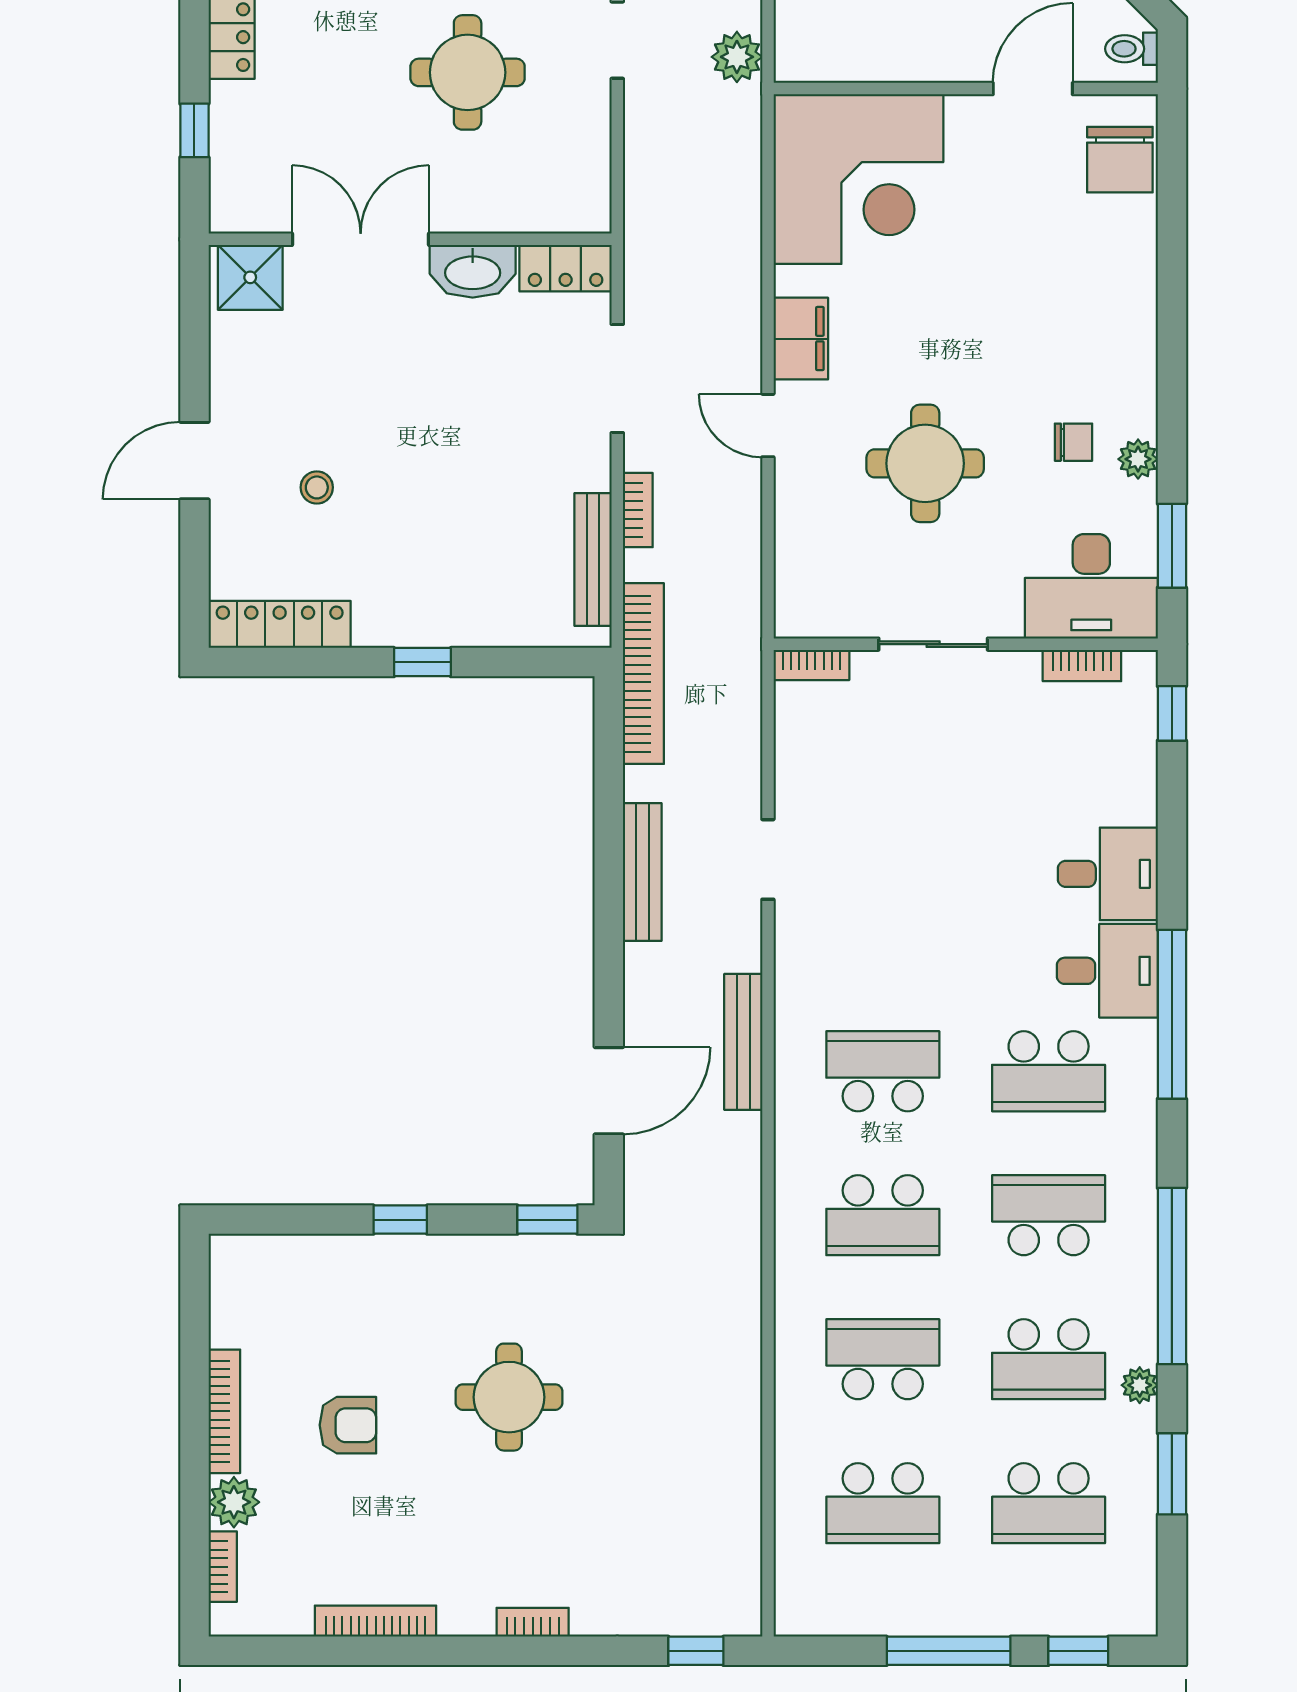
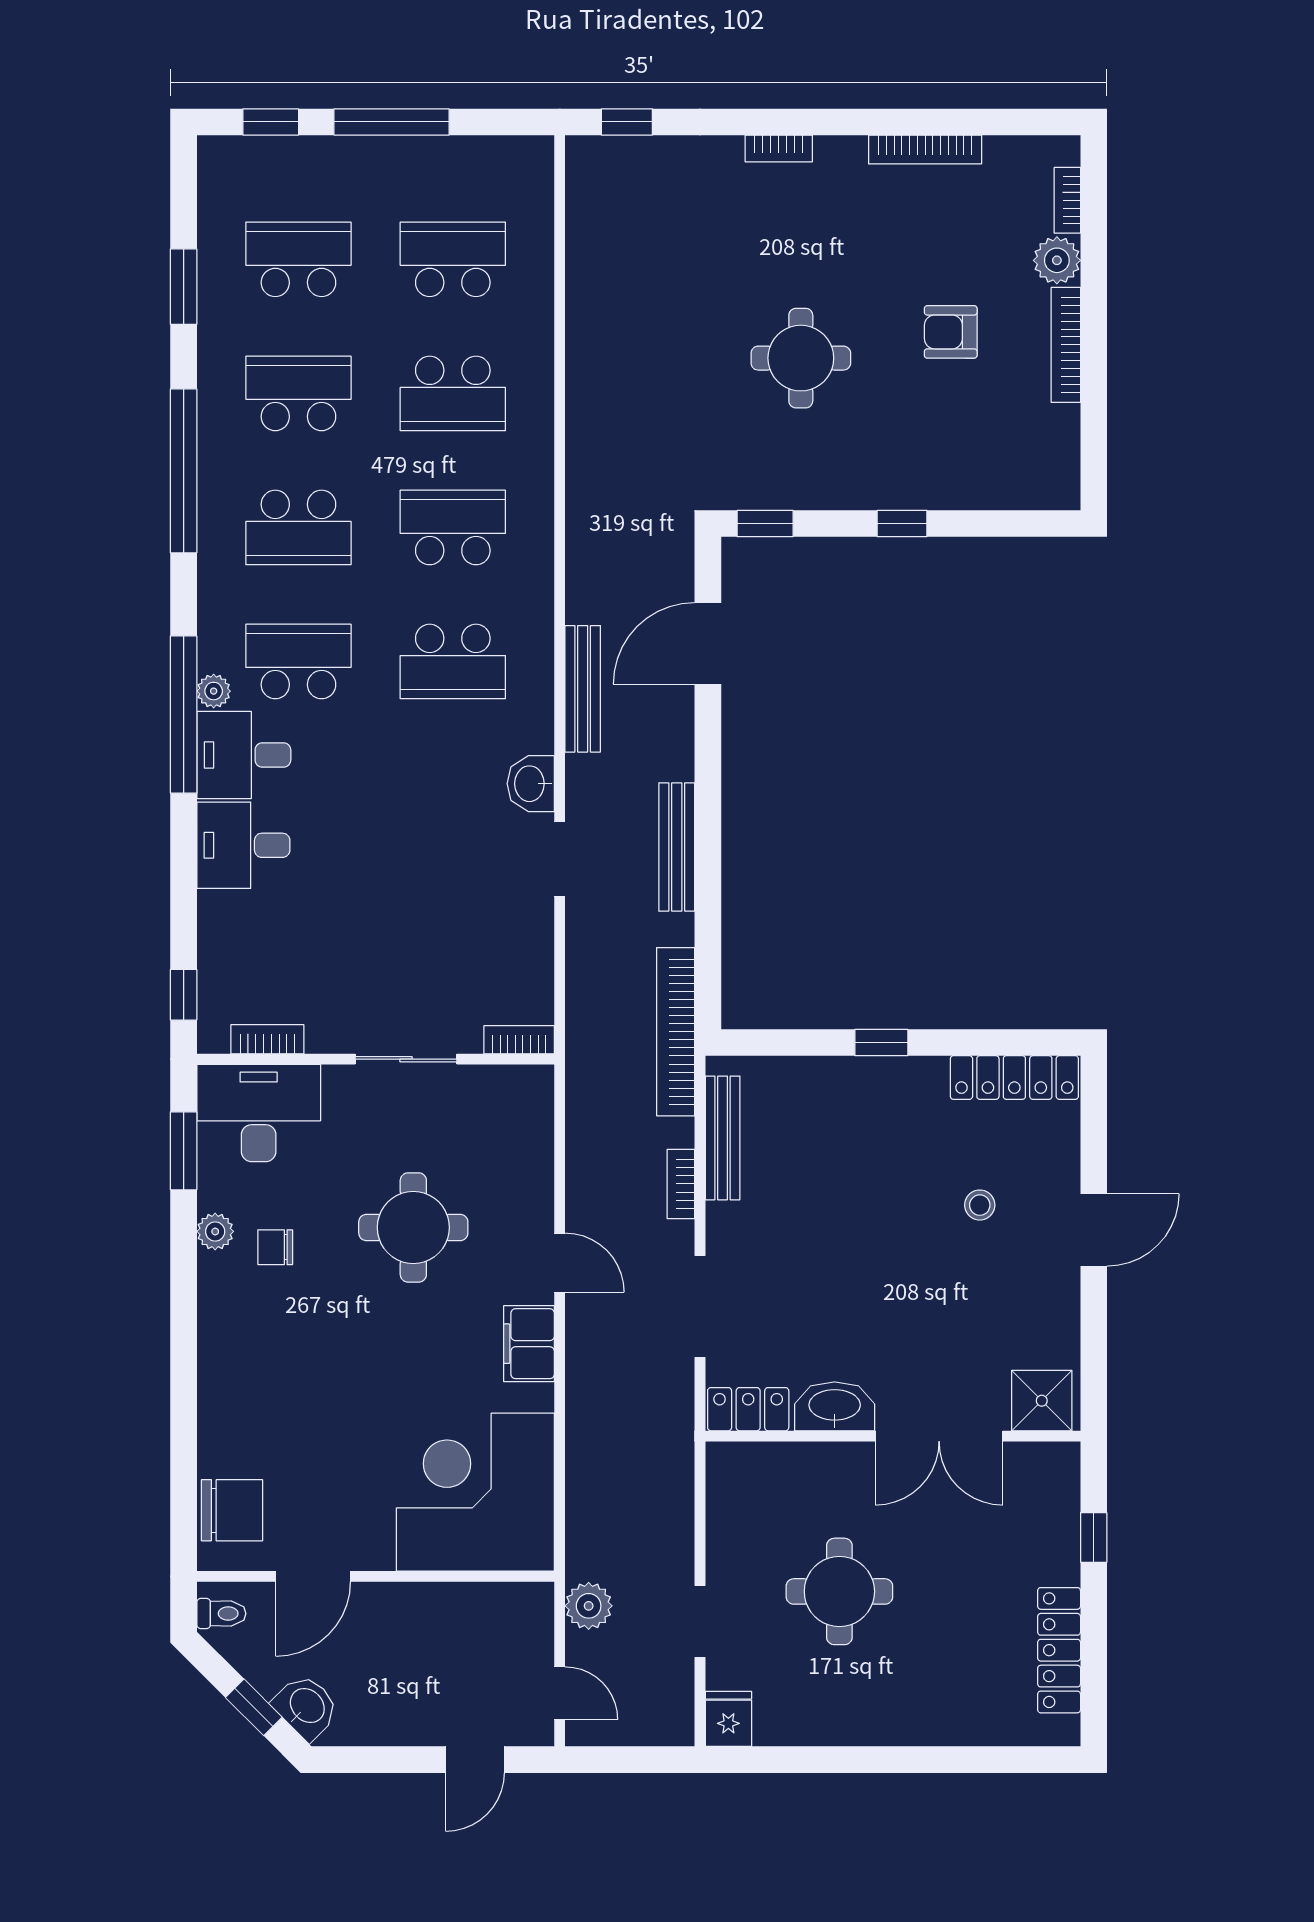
chair: (1120, 160) -> (232, 1510), turned 90
washbasin: (799, 940) -> (531, 784), added
plant: (1140, 1385) -> (214, 691), moved

